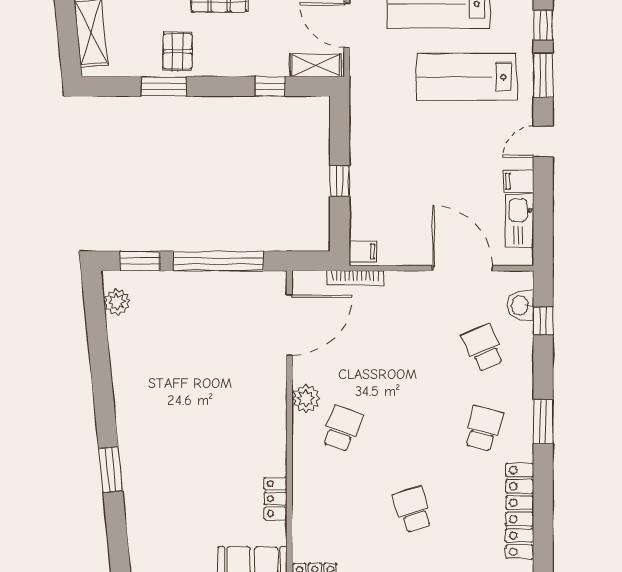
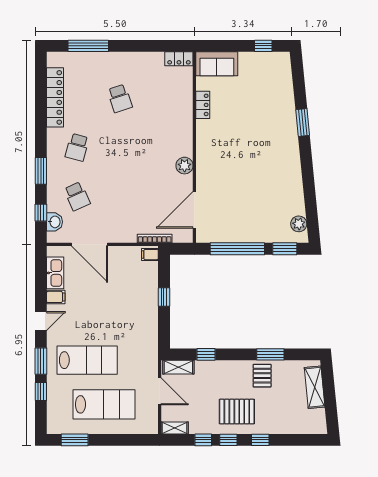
window: (543, 422) -> (41, 171), moved
school desk: (342, 429) -> (163, 147), removed

